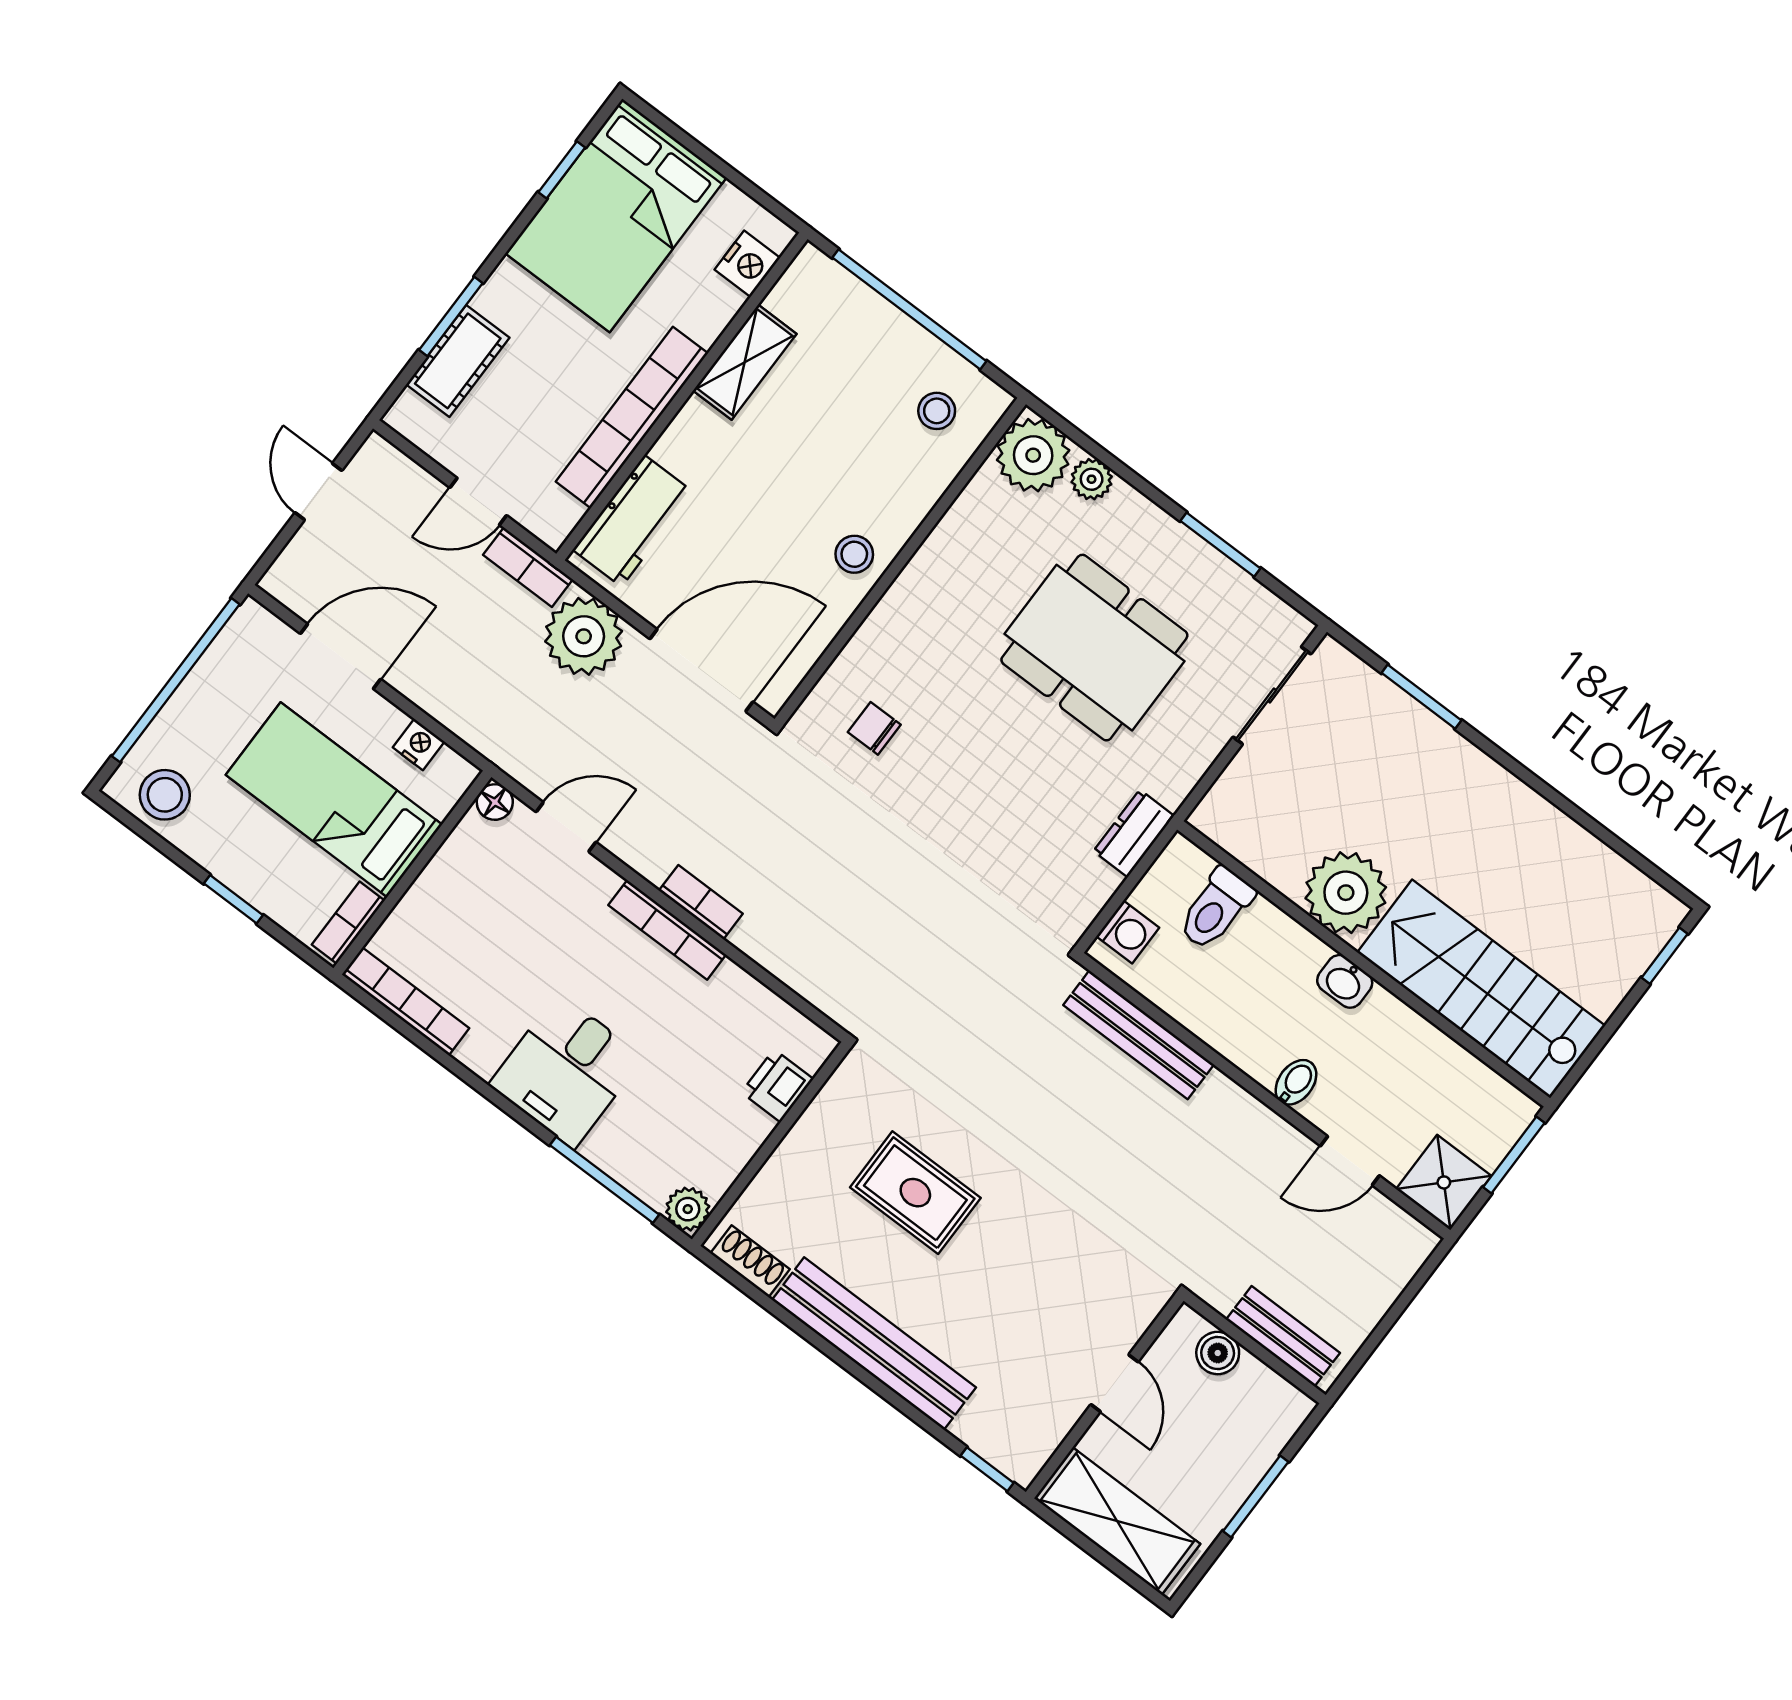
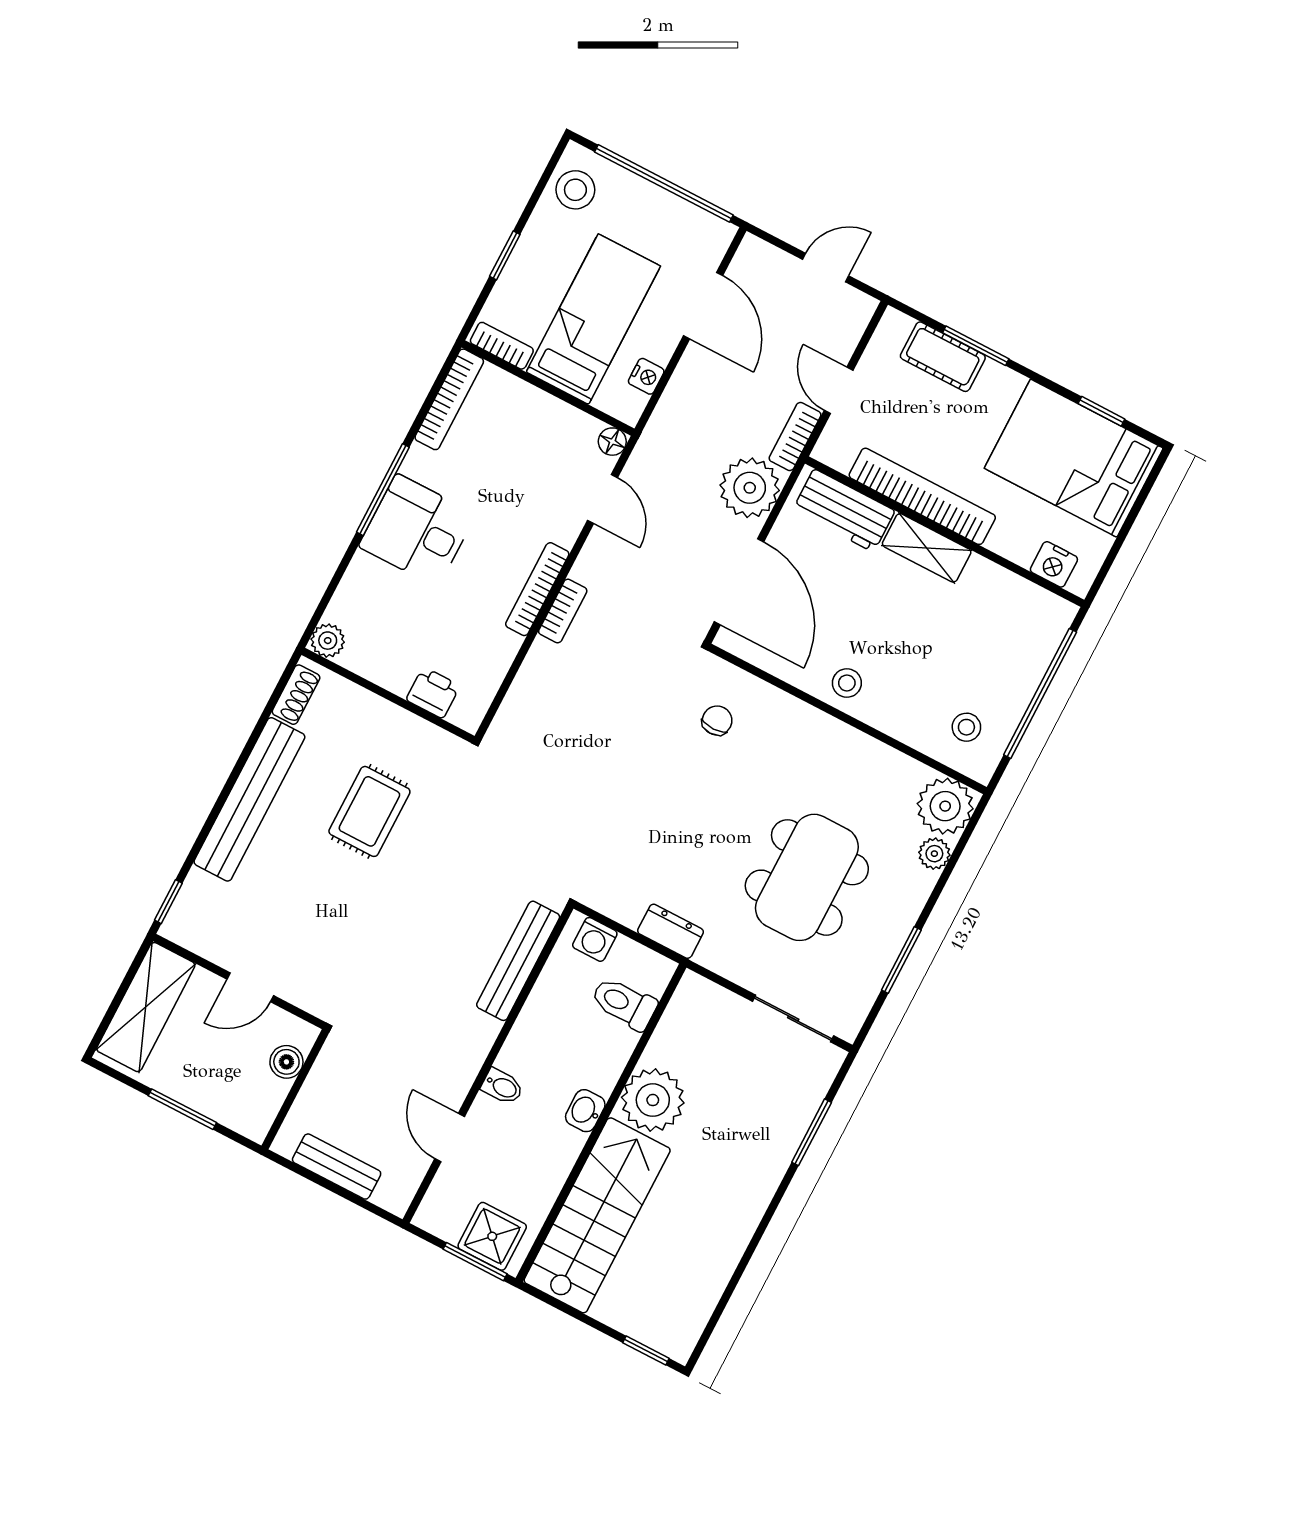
shelving: (745, 362) -> (927, 548), moved
window: (604, 1180) -> (383, 490), moved
shower: (1444, 1182) -> (492, 1236), moved
bench: (1283, 1336) -> (337, 1167), moved, turned 90

